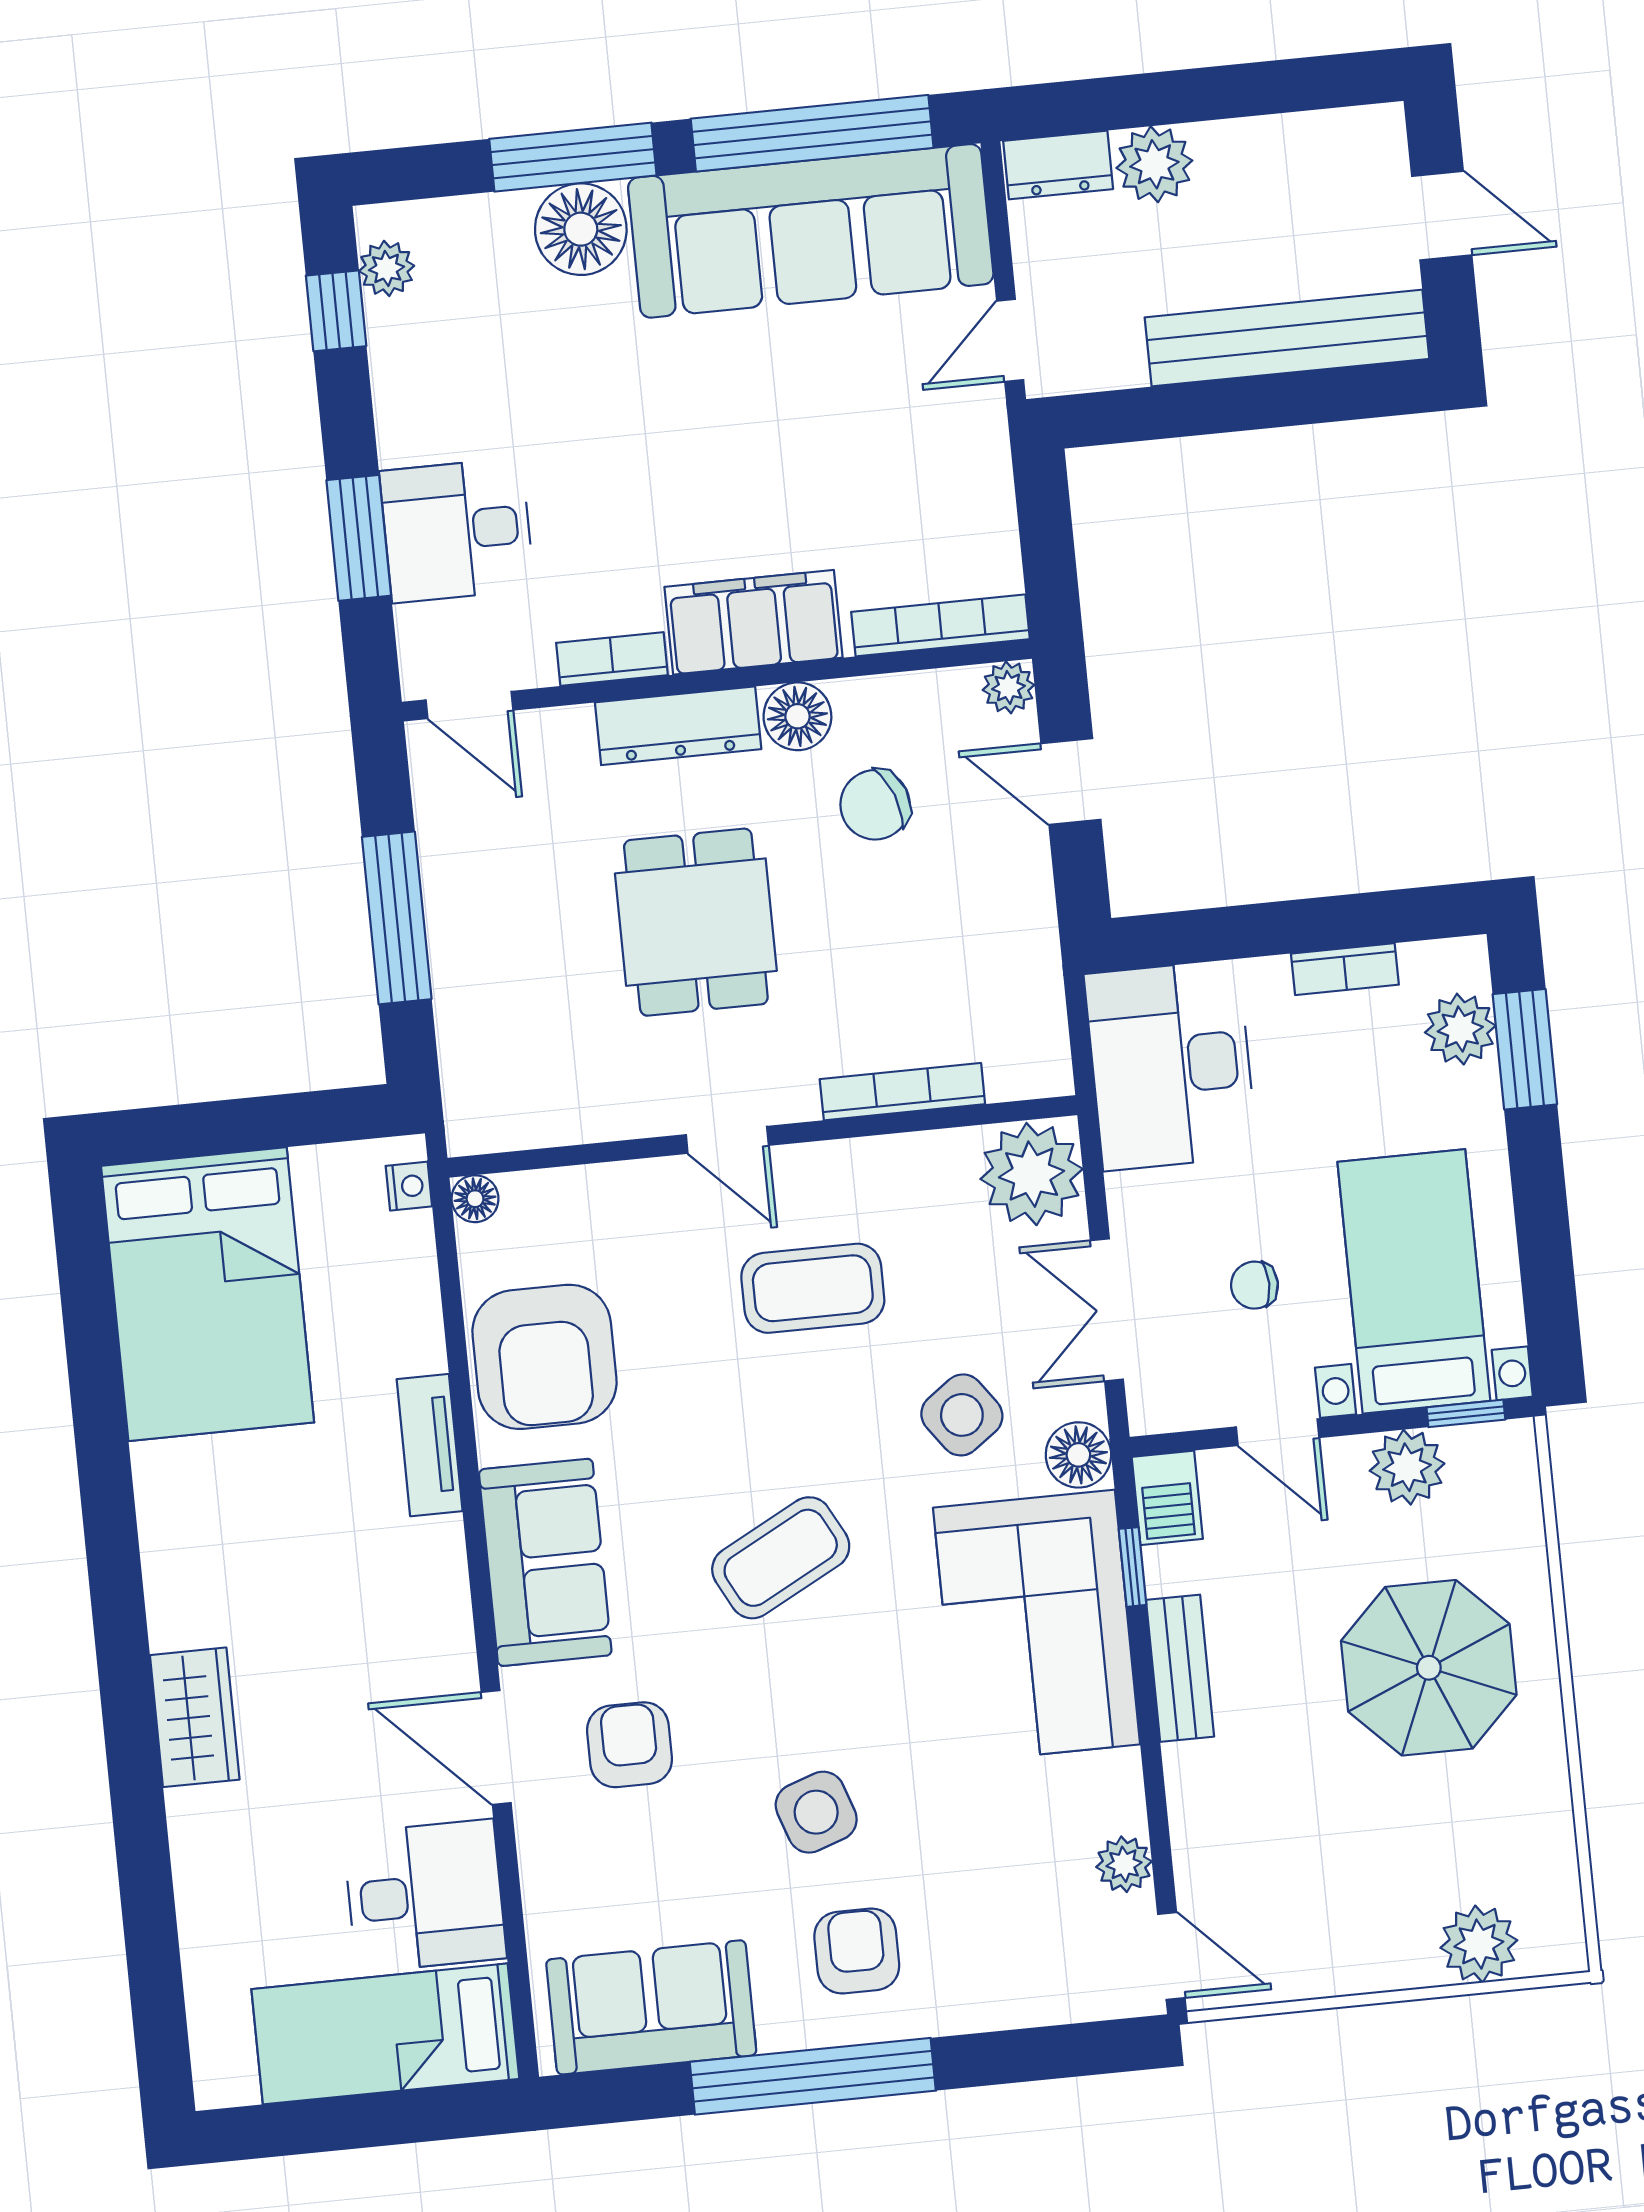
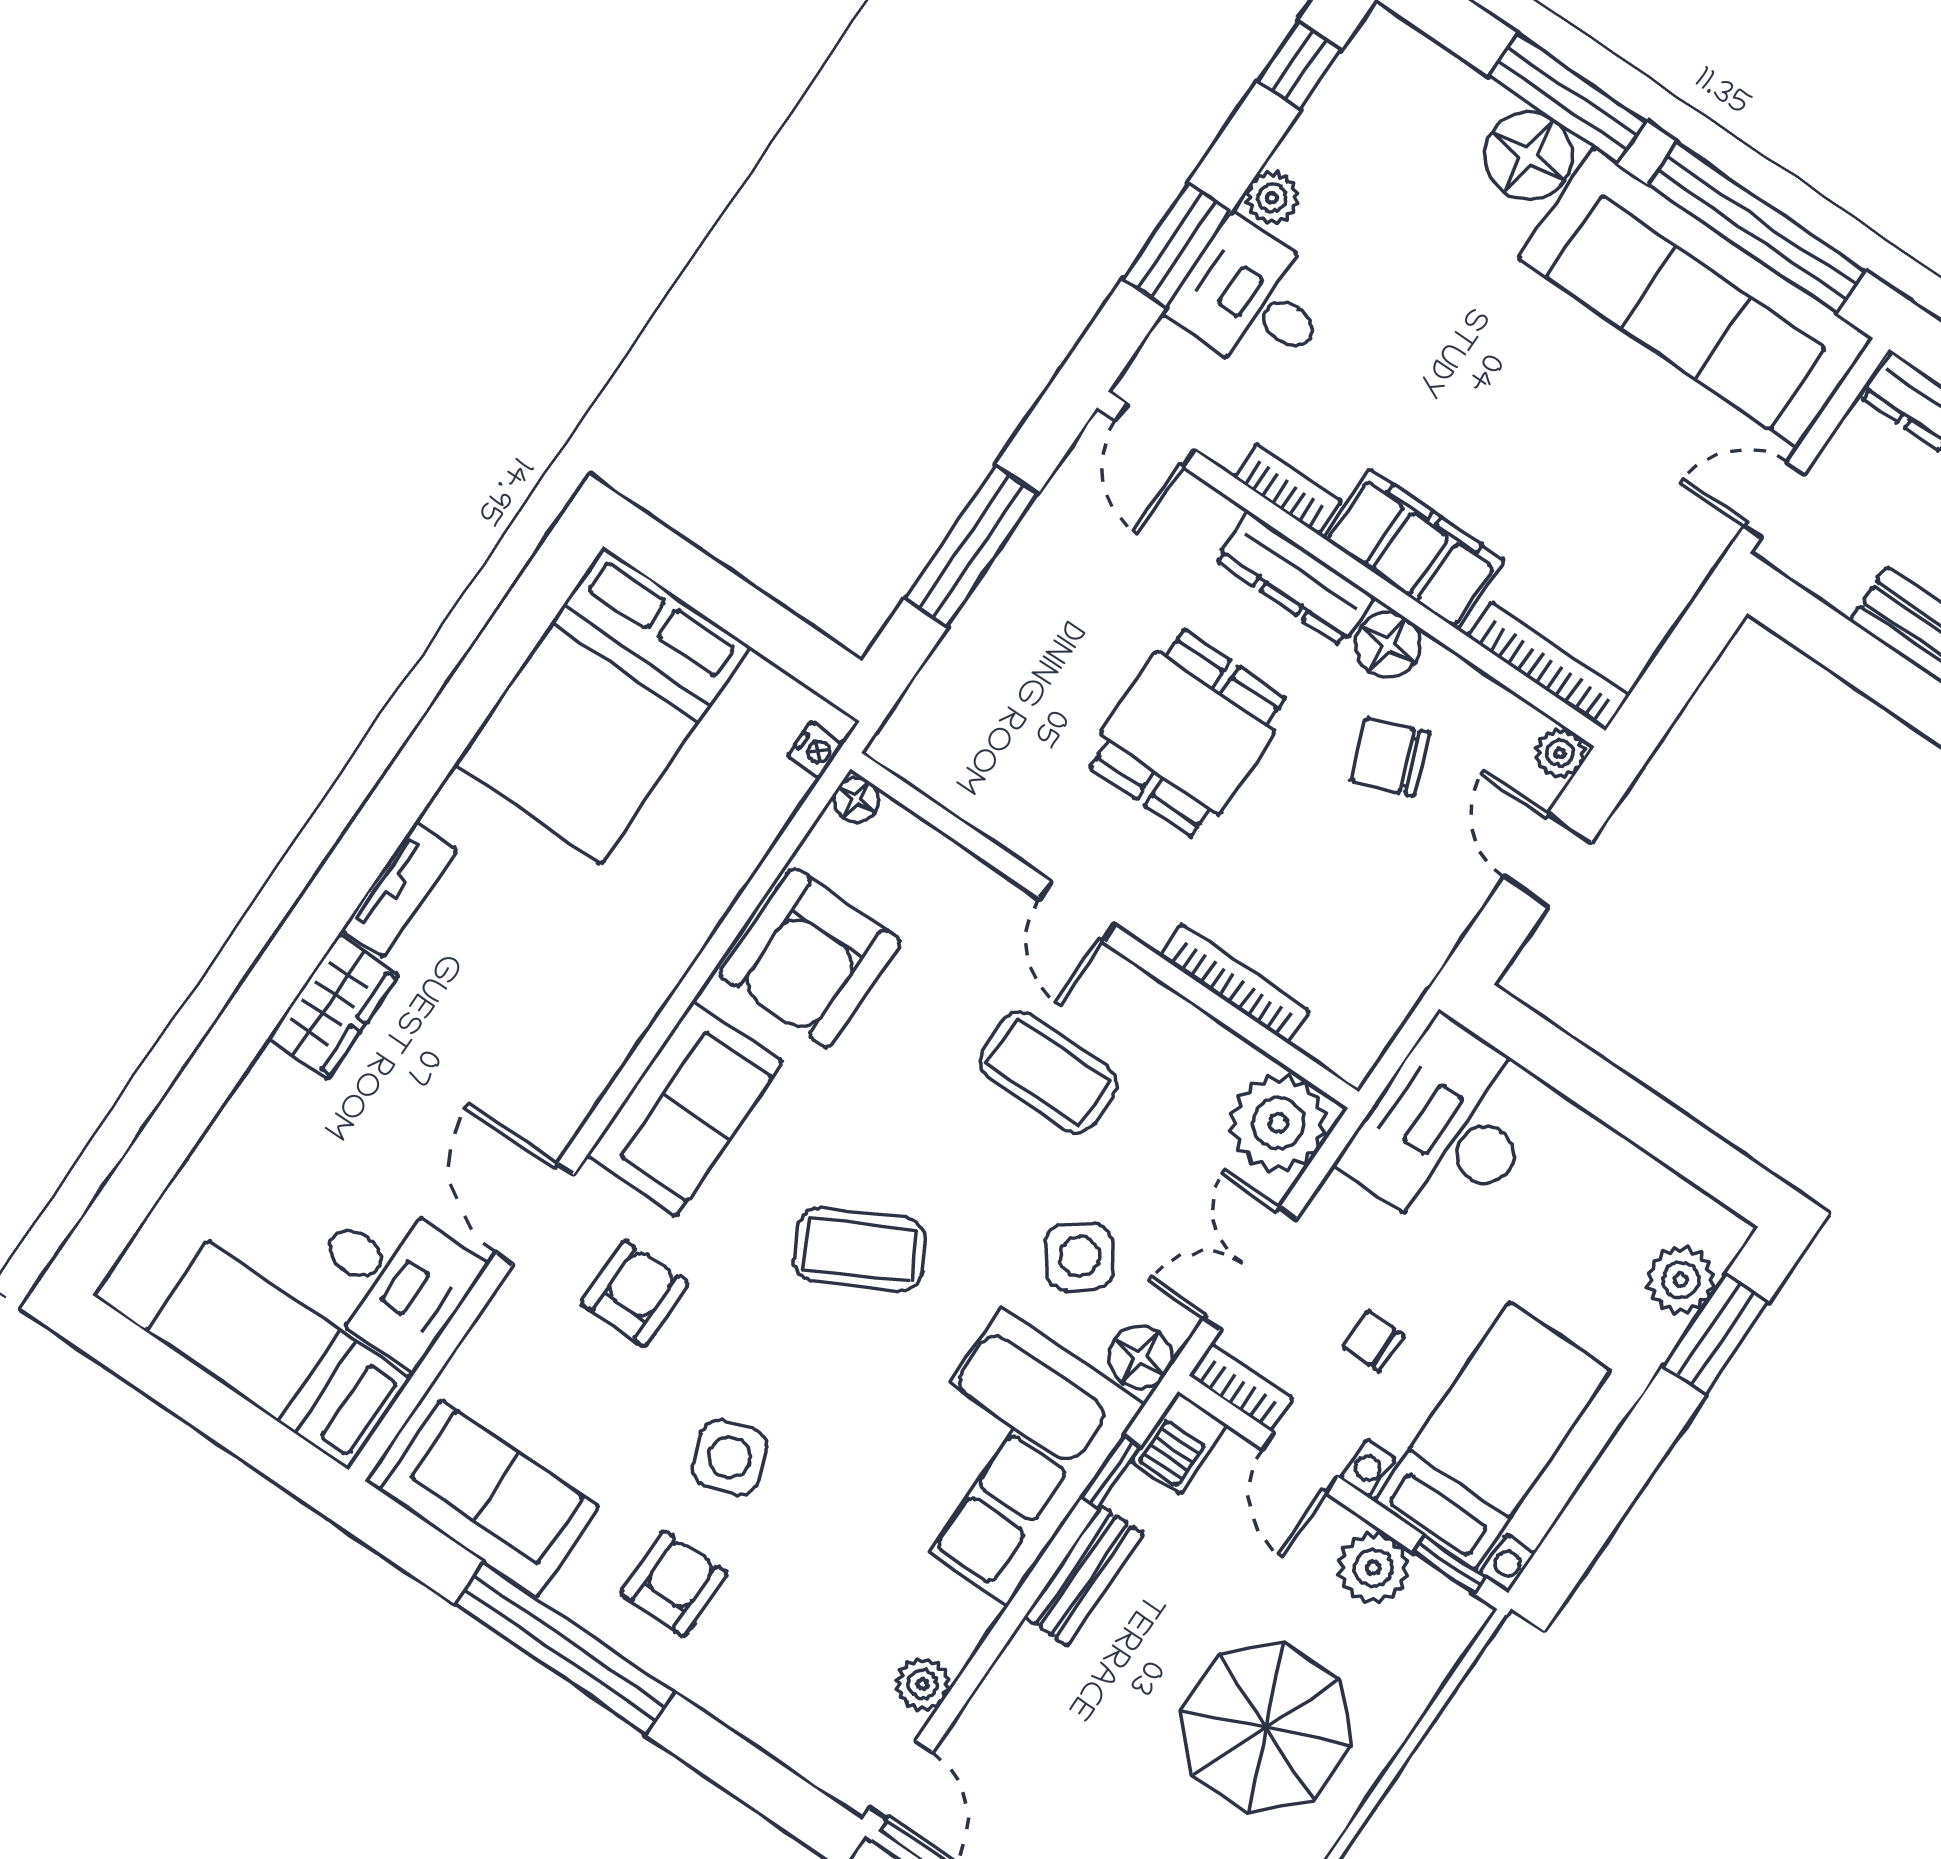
plant: (387, 268) -> (1272, 198), moved
bookcase: (1345, 969) -> (1241, 1387), moved, turned 180
tv unit: (430, 1445) -> (399, 889), moved, turned 180

